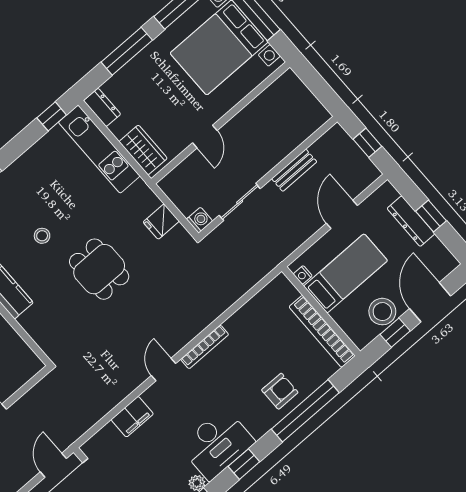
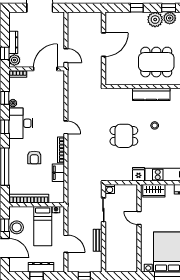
fridge: (161, 222) -> (138, 174), moved
armchair: (280, 391) -> (34, 158), moved
filing cabinet: (132, 417) -> (58, 173), moved

